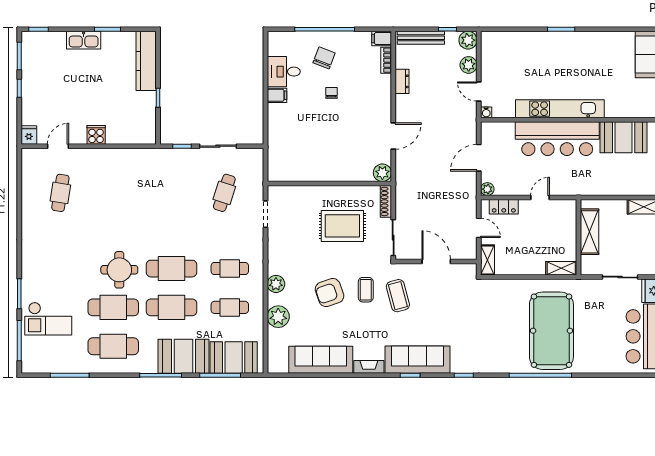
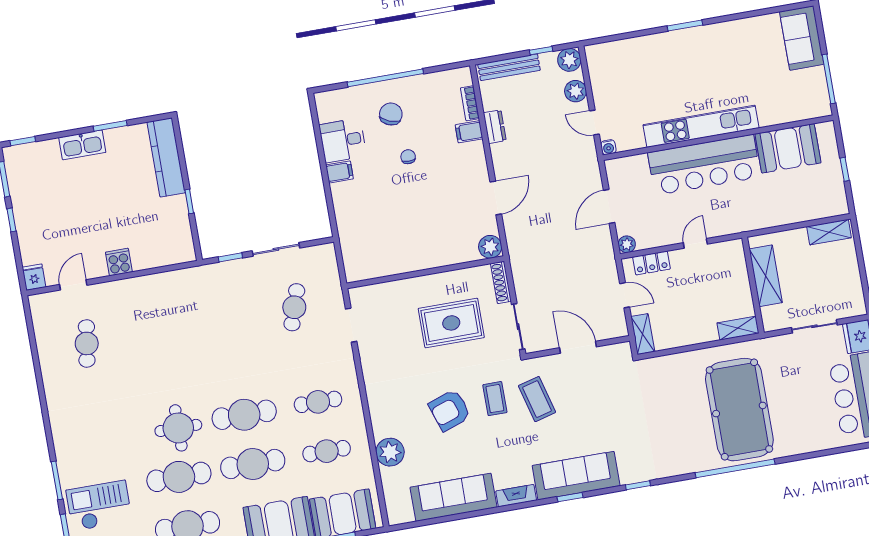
filing cabinet: (382, 38) -> (469, 132), moved
plant: (276, 284) -> (380, 411), removed
checkout: (48, 319) -> (99, 506), turned 180

